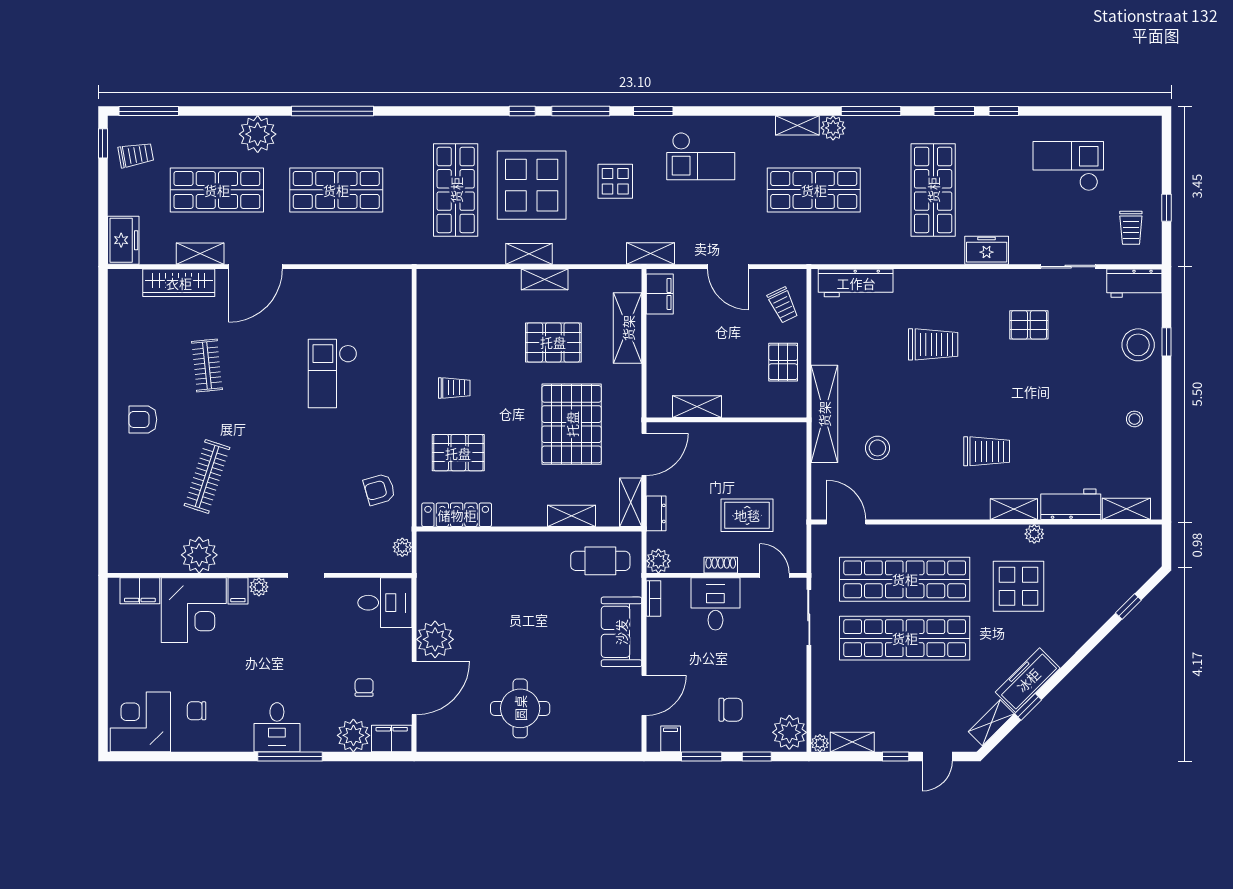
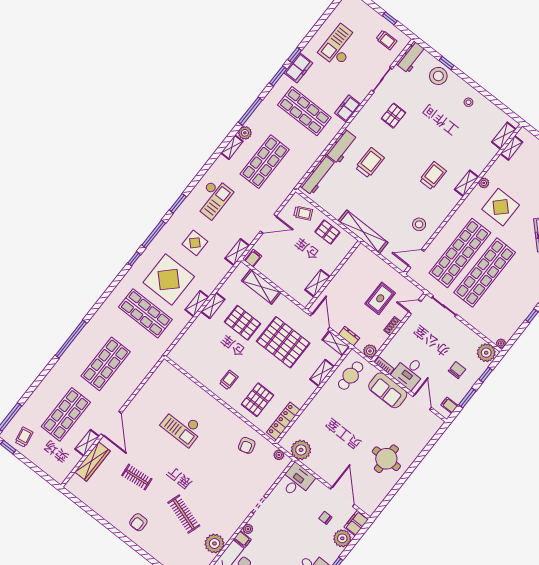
plant: (258, 134) -> (56, 379), removed
freezer: (123, 240) -> (298, 68), moved, turned 90
filing cabinet: (660, 294) -> (253, 258), width x0.50
pallet: (553, 342) -> (242, 323), turned 90
stool: (877, 448) -> (419, 224), moved
workbench: (1071, 504) -> (341, 146), moved, turned 180
desk: (715, 604) -> (409, 372), moved, turned -90
plant: (435, 639) -> (301, 450), moved
shelving: (852, 742) -> (512, 148), moved

